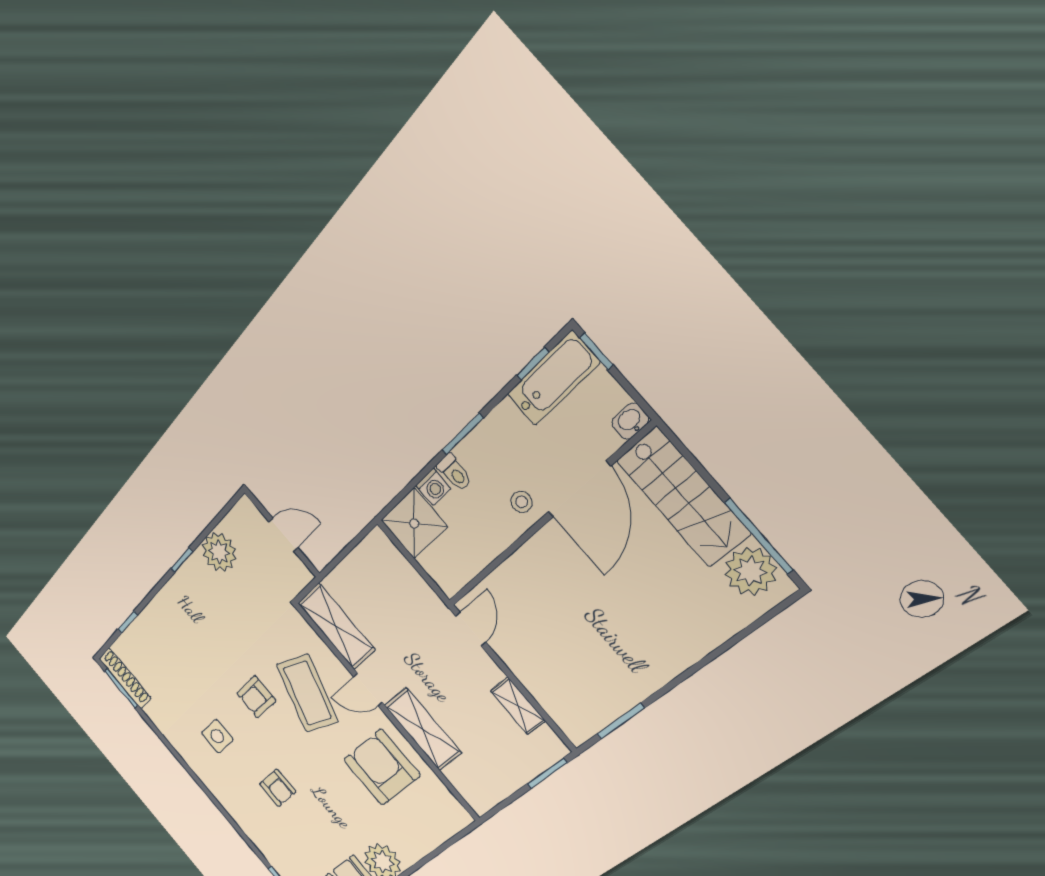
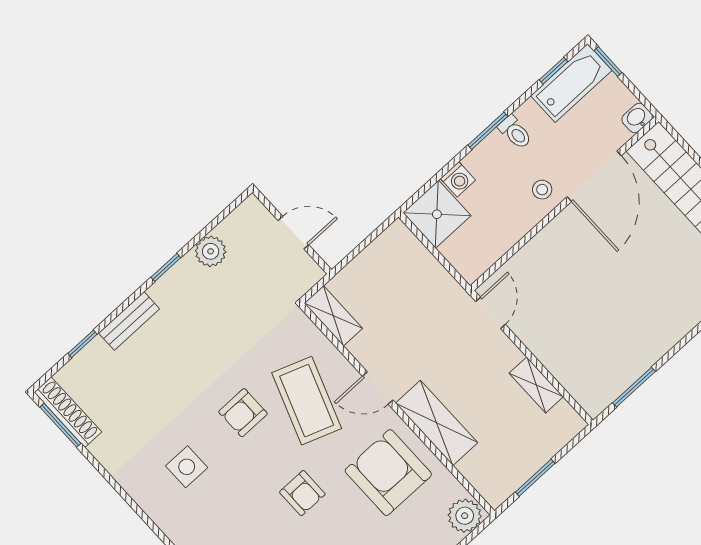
toilet: (455, 472) -> (515, 132), moved
plant: (219, 552) -> (211, 251), width x0.73, depth x0.73
bench: (159, 606) -> (129, 321), added
shelving: (336, 626) -> (333, 316), width x0.67, depth x0.75
window: (547, 773) -> (535, 478), moved
armchair: (278, 788) -> (302, 493), moved
plant: (452, 817) -> (465, 516), added

